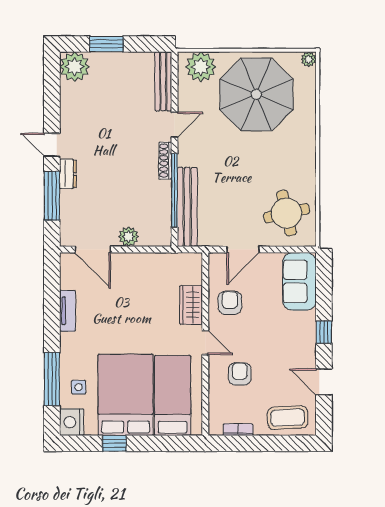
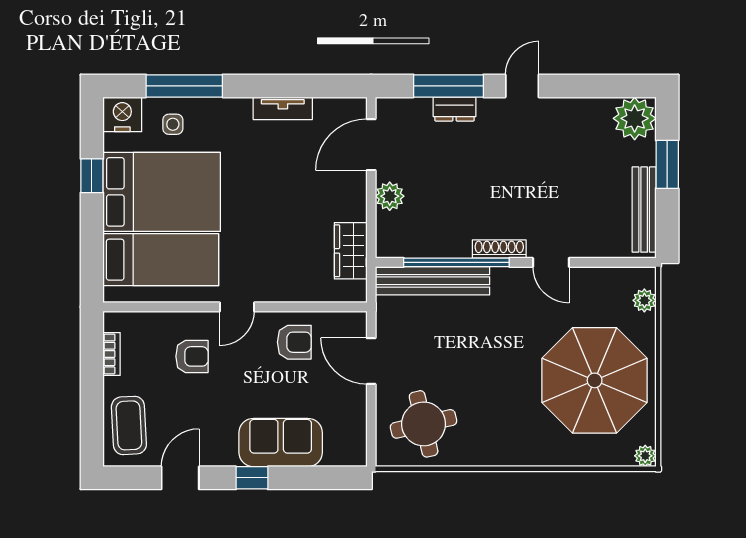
plant: (201, 67) -> (644, 300), width x0.53, depth x0.53
bench: (163, 81) -> (644, 210), moved, turned 90
dresser: (68, 174) -> (455, 109), moved
sofa: (299, 281) -> (281, 443), moved
wardrobe: (191, 305) -> (351, 251), moved, turned -90

